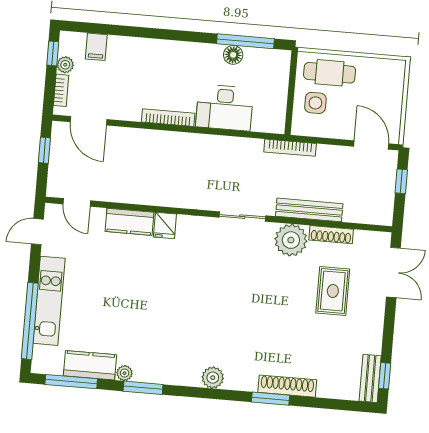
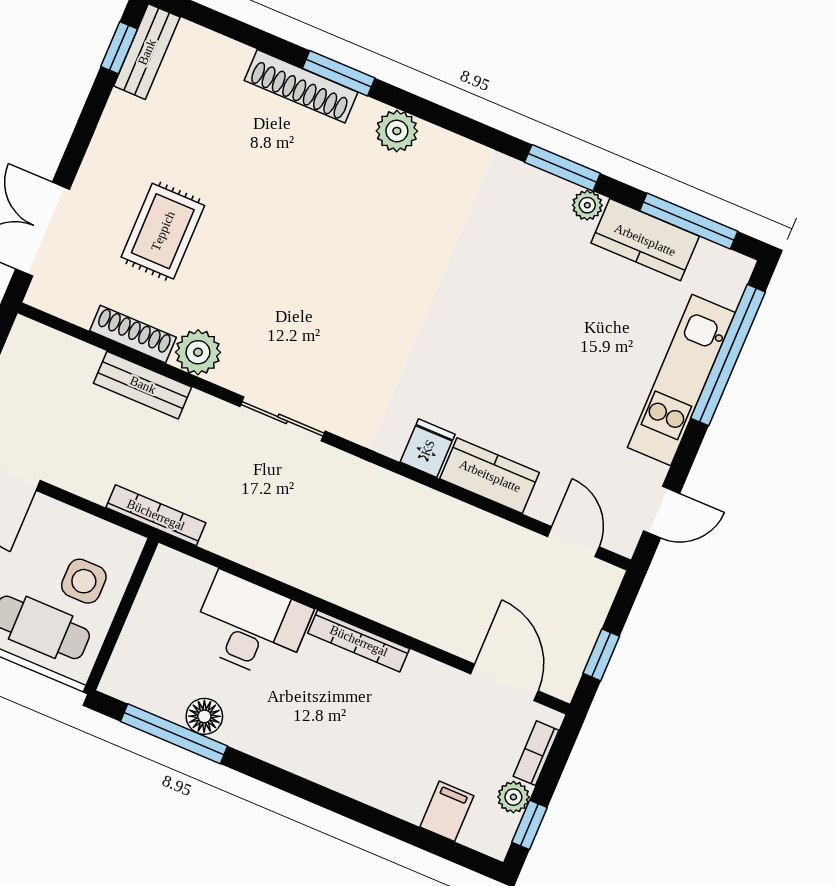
bench: (309, 210) -> (143, 385), width x0.73
plant: (291, 240) -> (198, 352), width x0.73, depth x0.73
plant: (213, 378) -> (397, 131), moved

